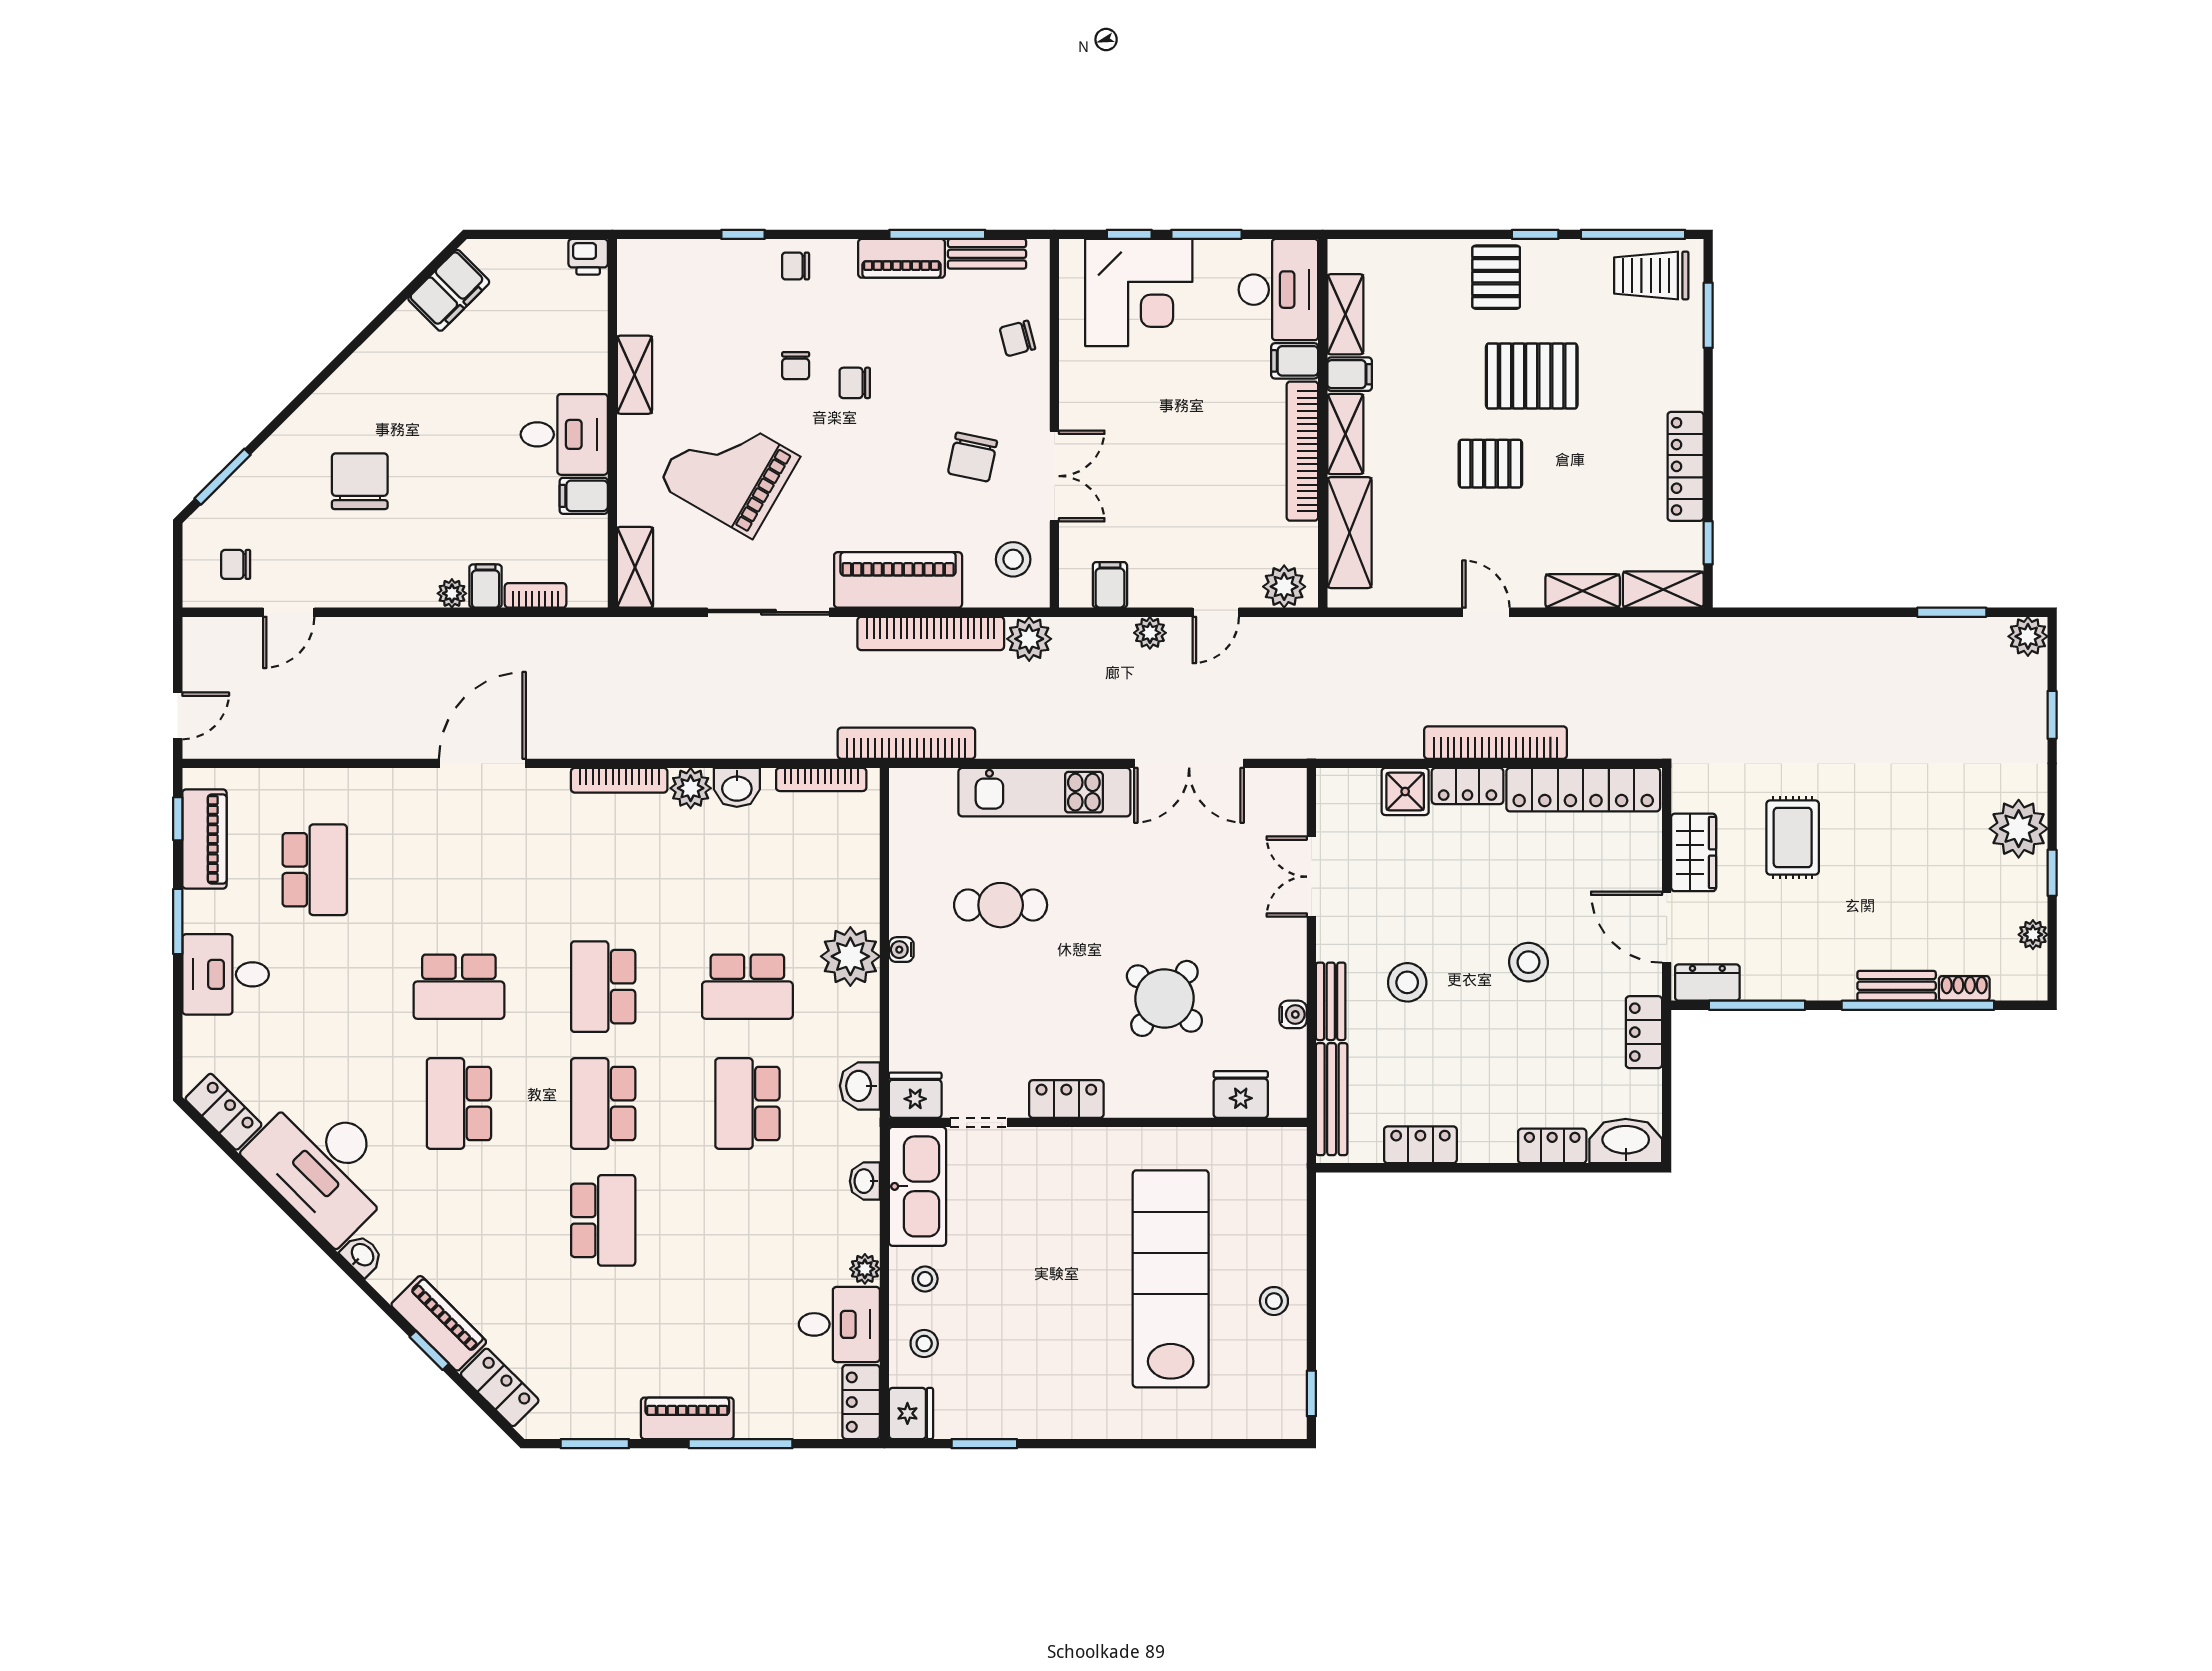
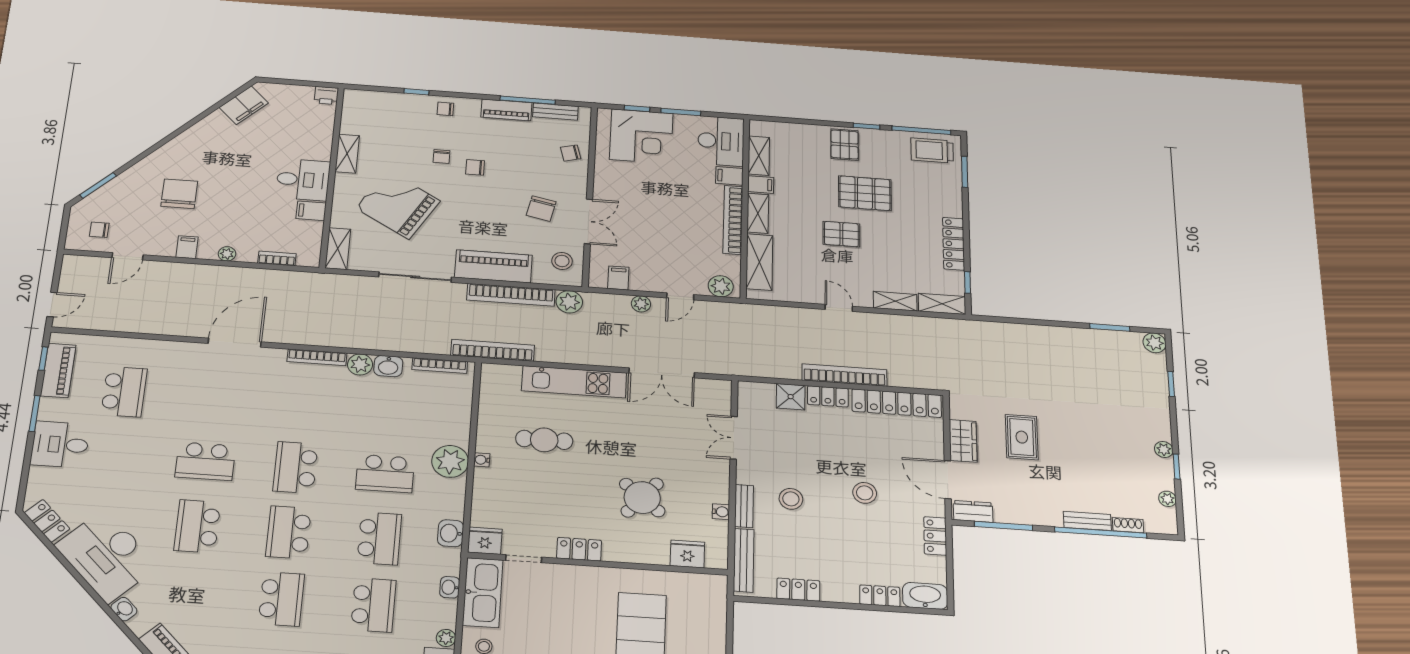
filing cabinet: (485, 586) -> (187, 247), moved
plant: (2019, 829) -> (1164, 449), width x0.53, depth x0.53
school desk: (747, 1103) -> (379, 538), turned 180
school desk: (747, 1220) -> (373, 605), added

